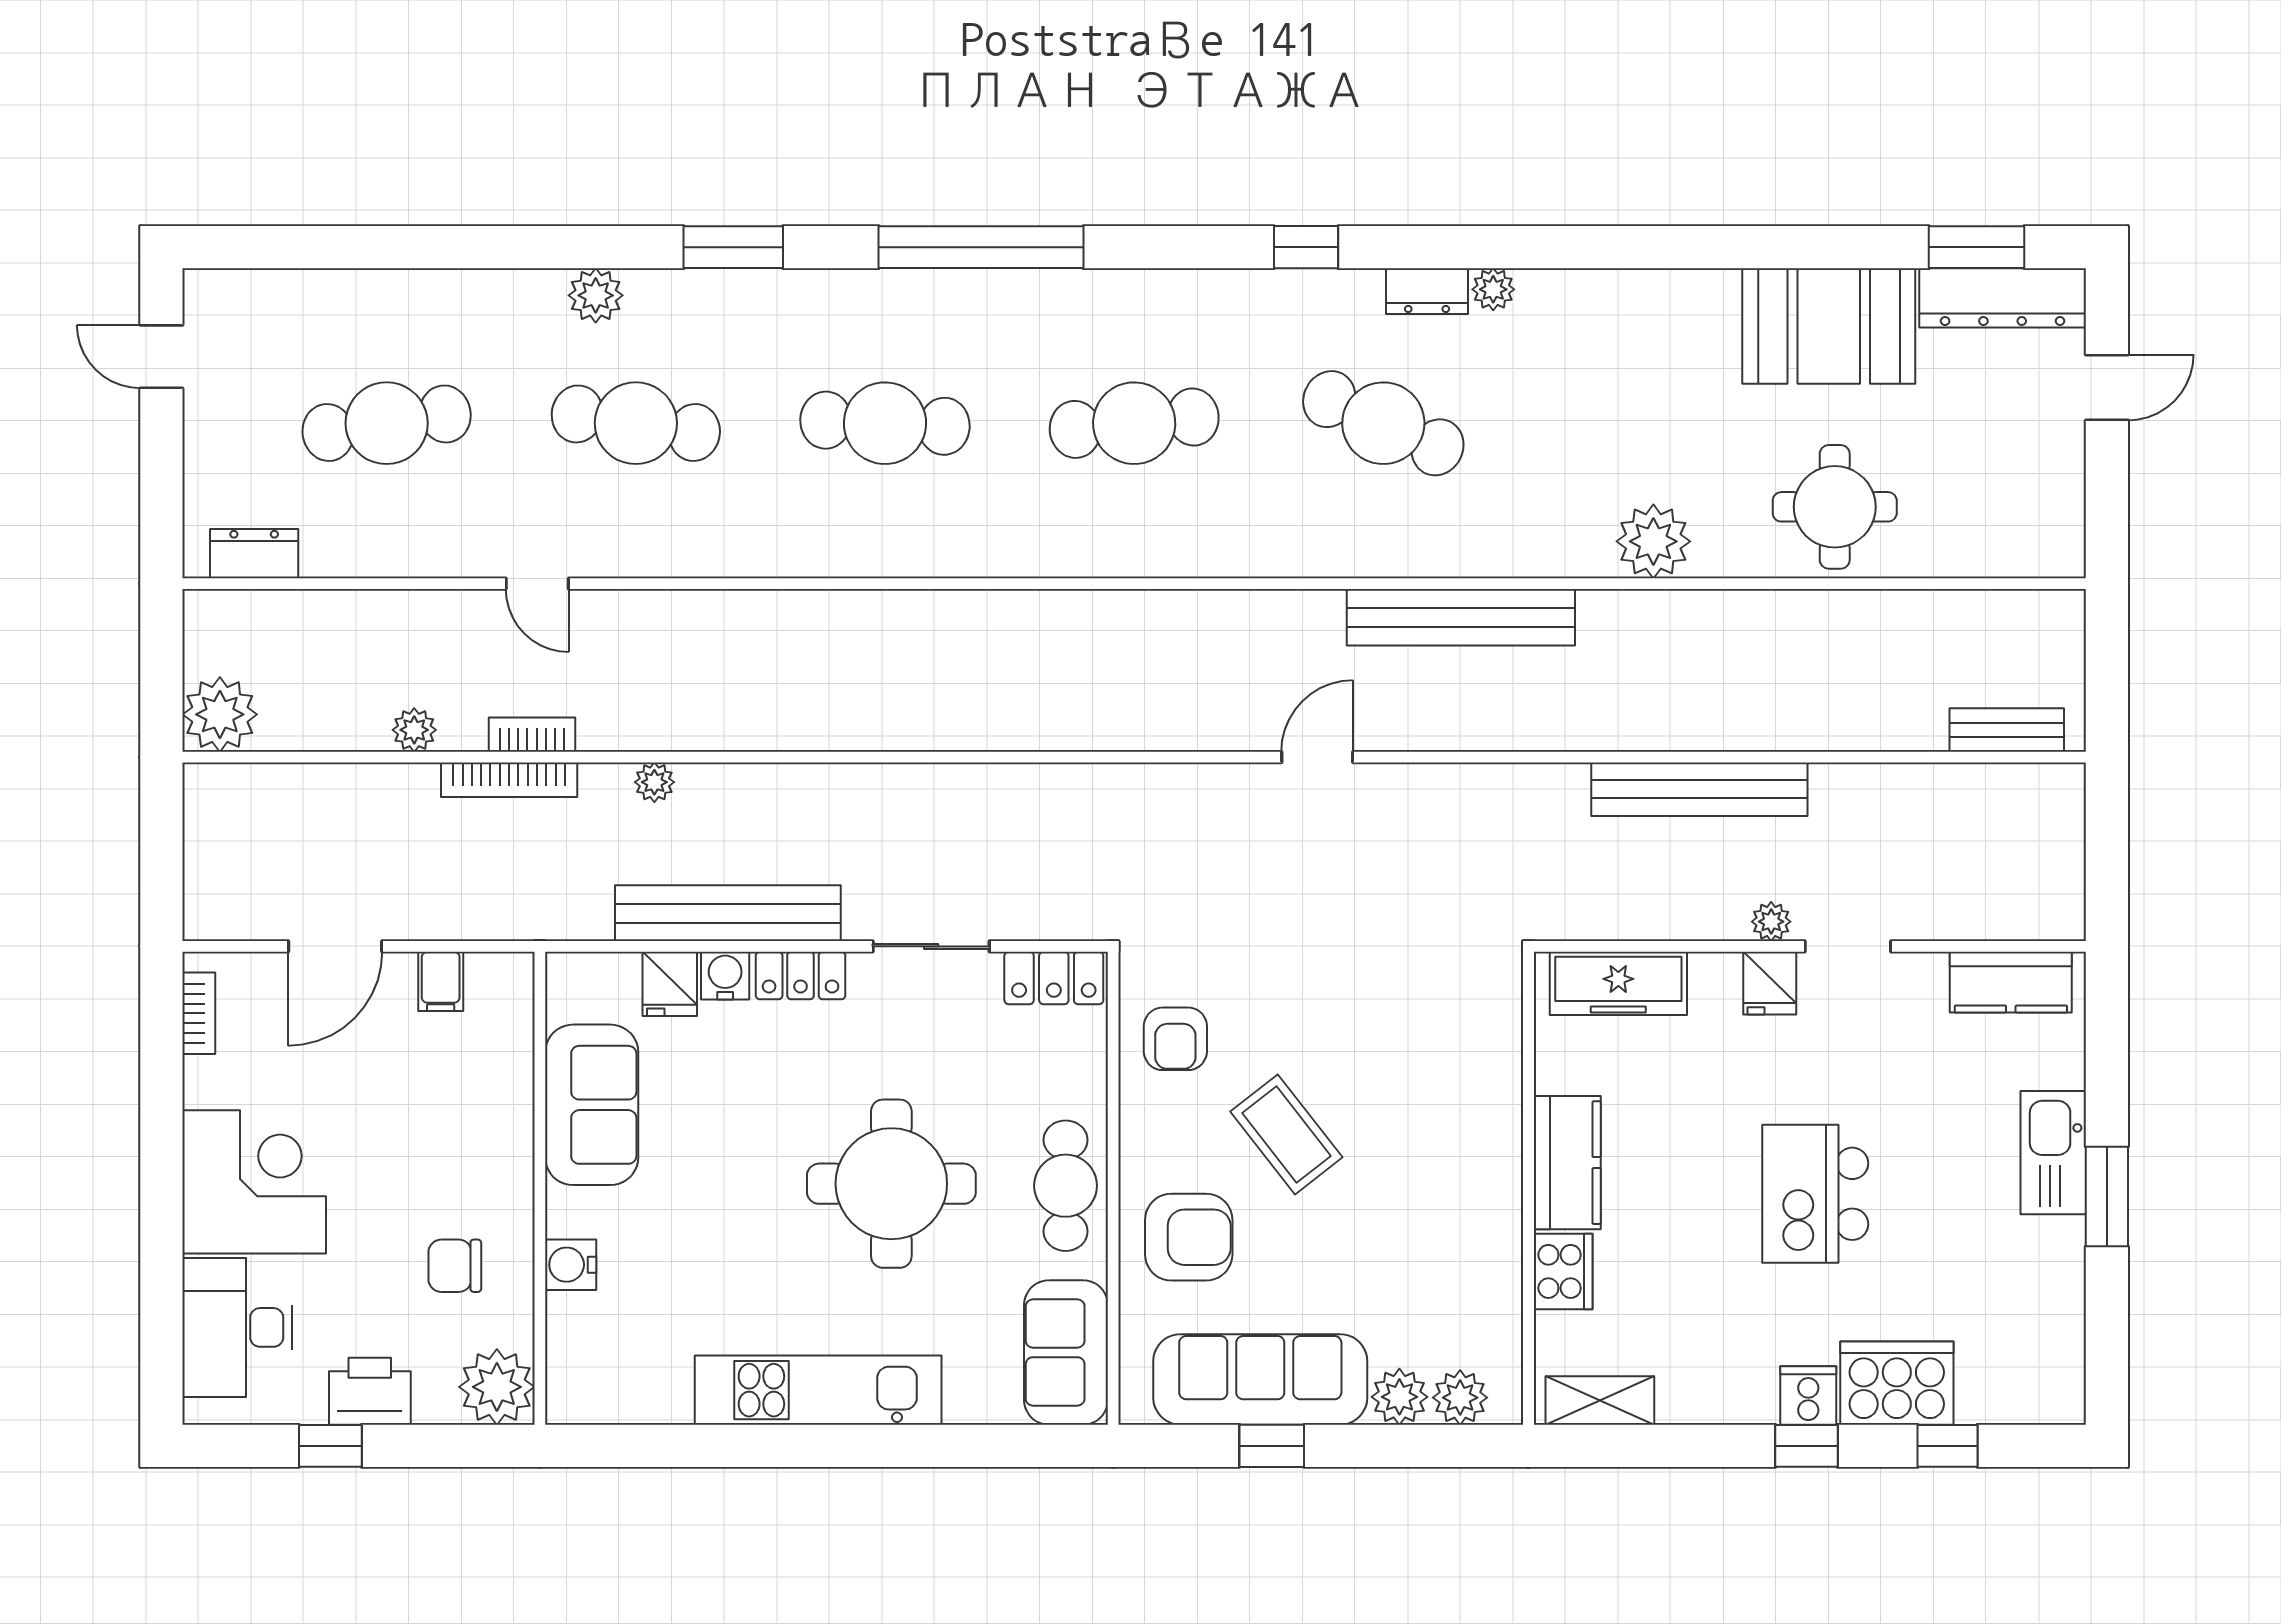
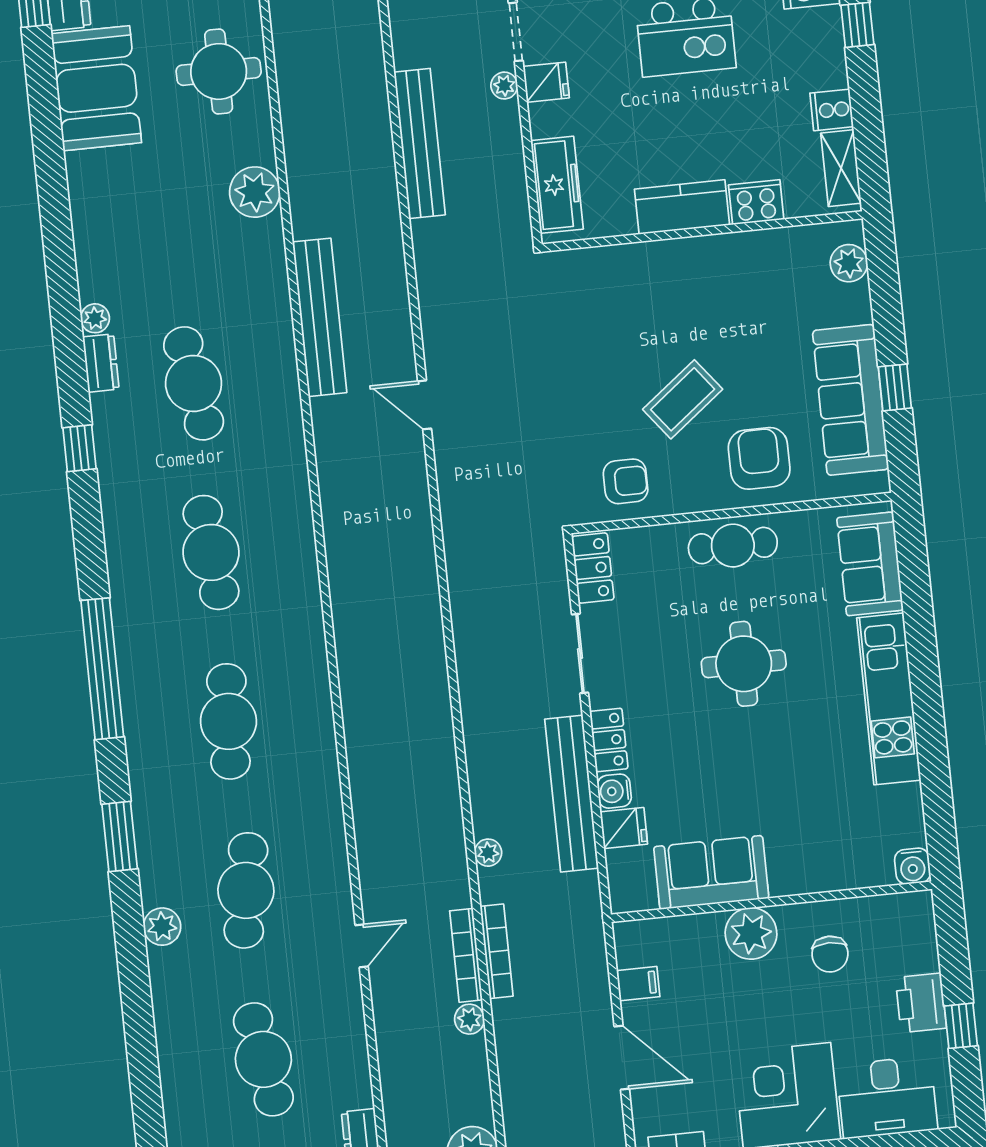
cafe table: (1383, 423) -> (194, 383), turned -33
bookcase: (532, 735) -> (466, 955), width x1.56
round table: (891, 1184) -> (744, 664), width x0.73, depth x0.73
water cooler: (571, 1265) -> (913, 866), moved
sofa: (1066, 1352) -> (870, 564), moved, turned 90
plant: (497, 1387) -> (751, 933), moved
cooker: (1808, 1396) -> (832, 110), moved
plant: (1399, 1397) -> (853, 304), removed

